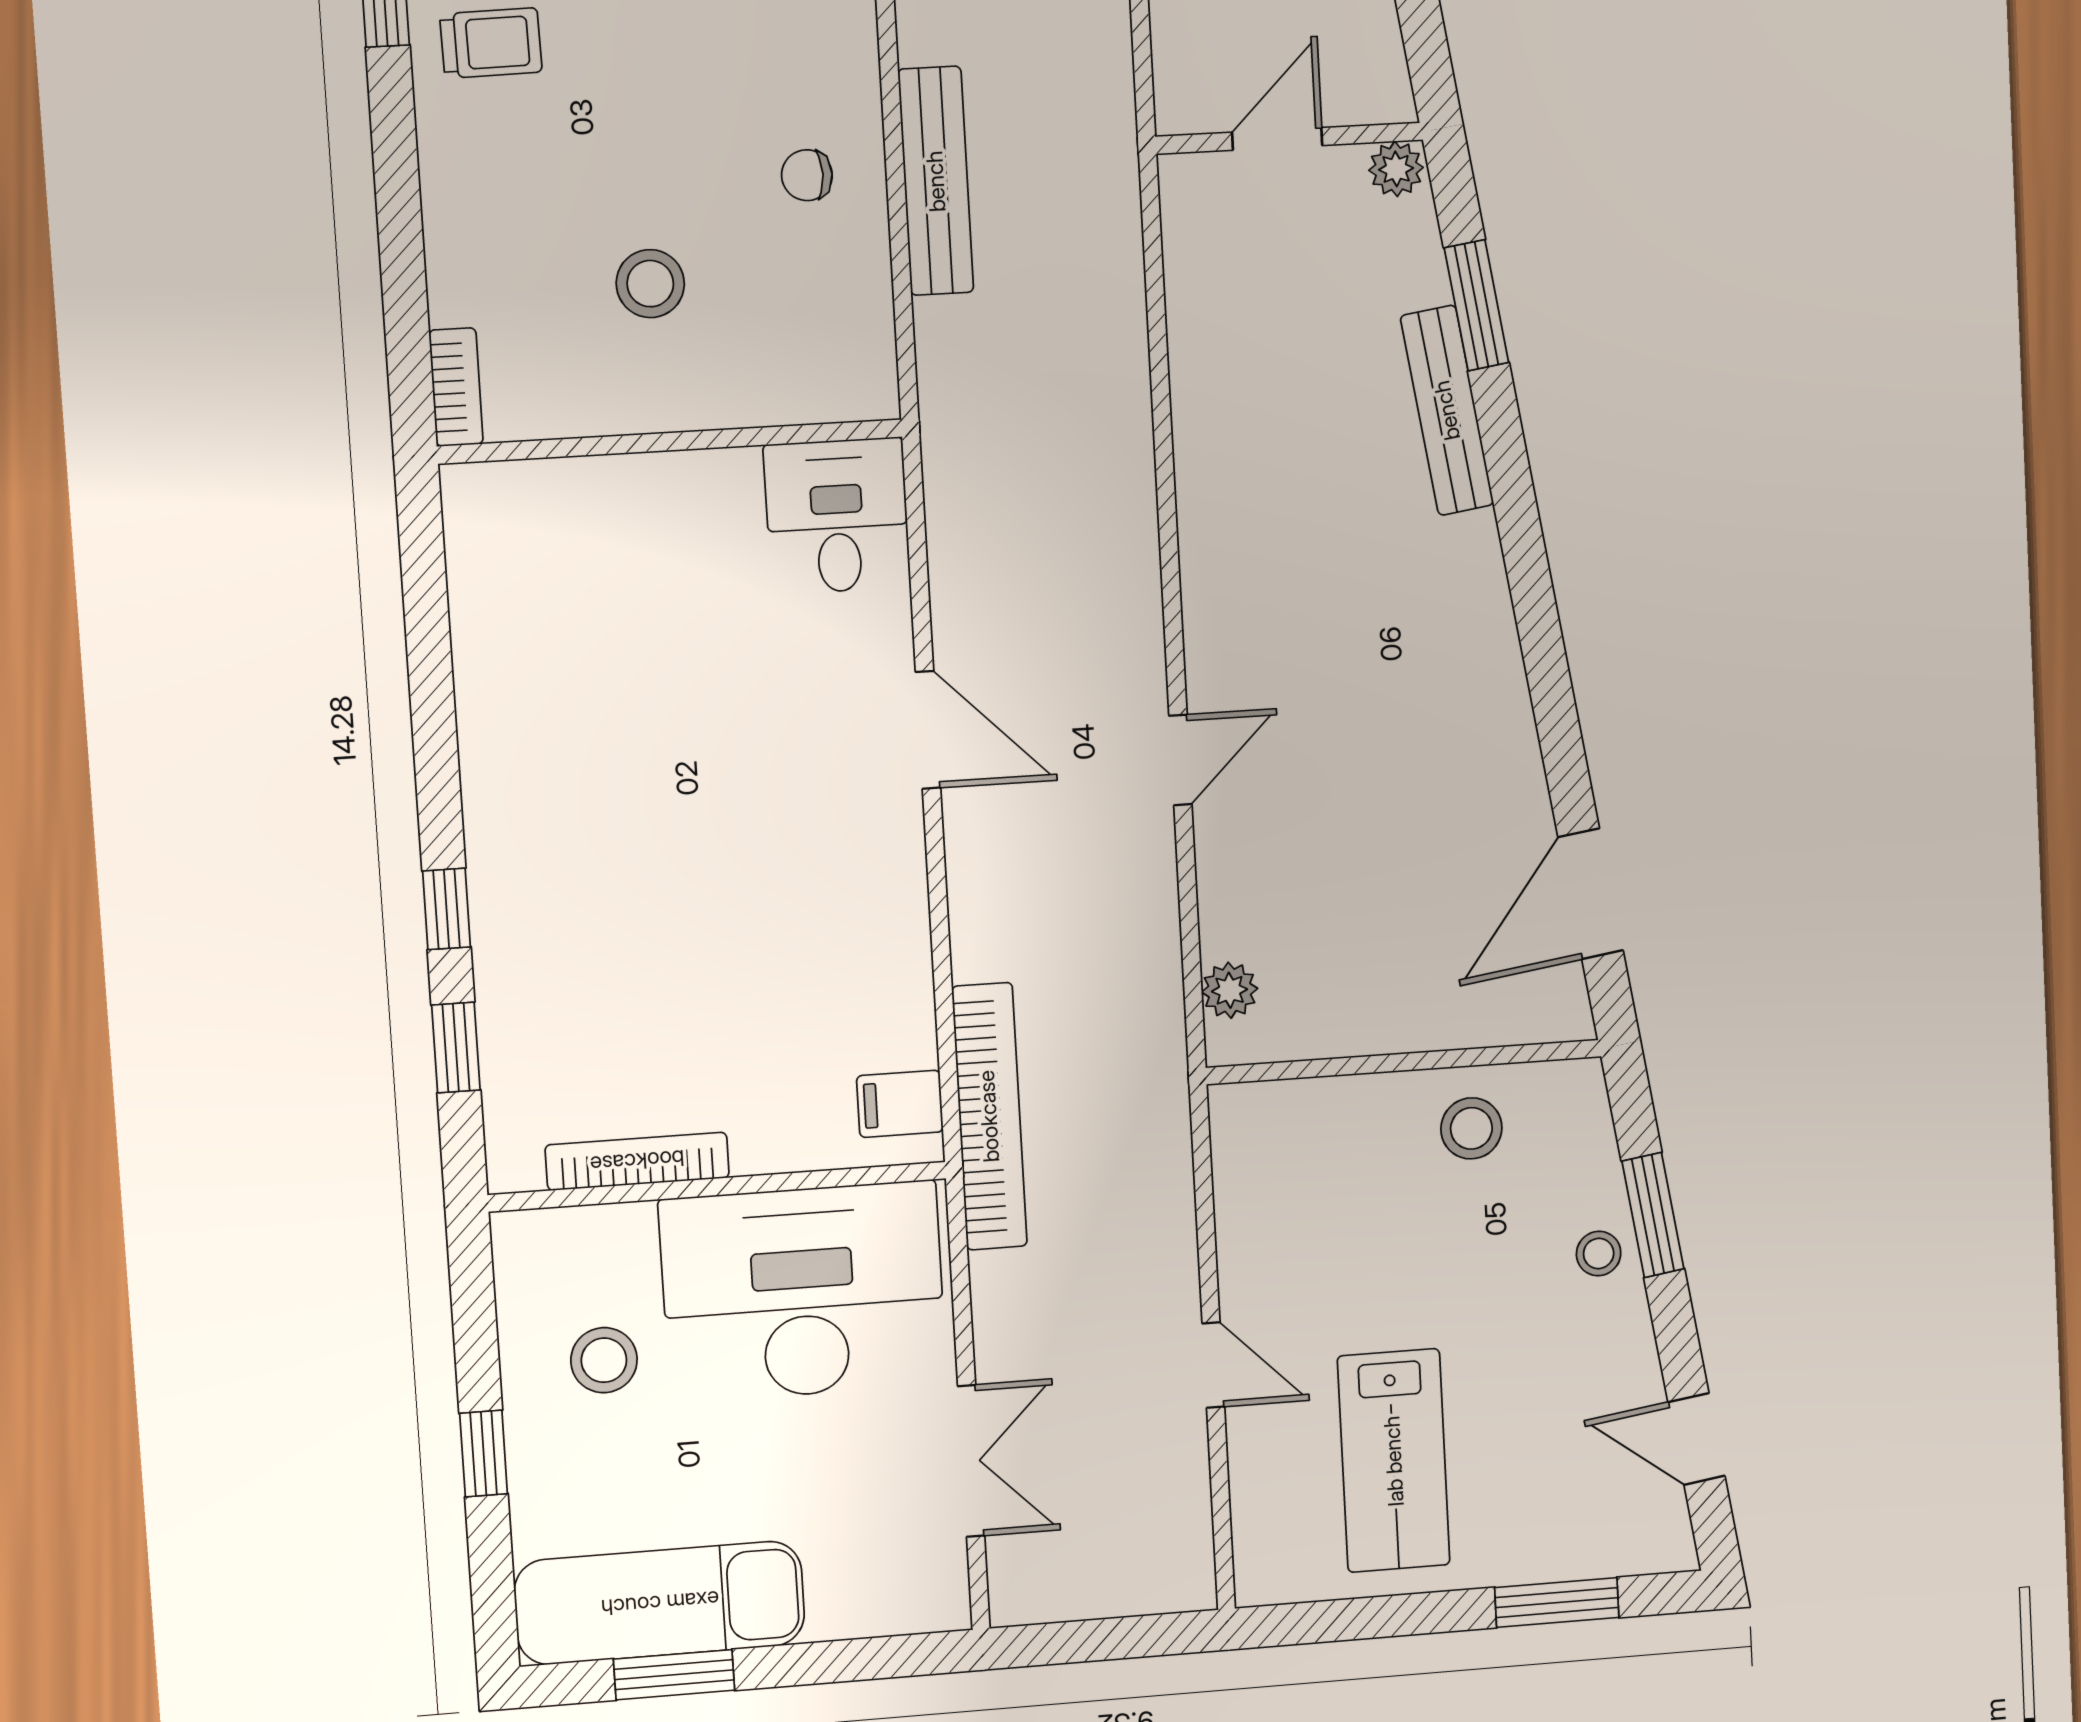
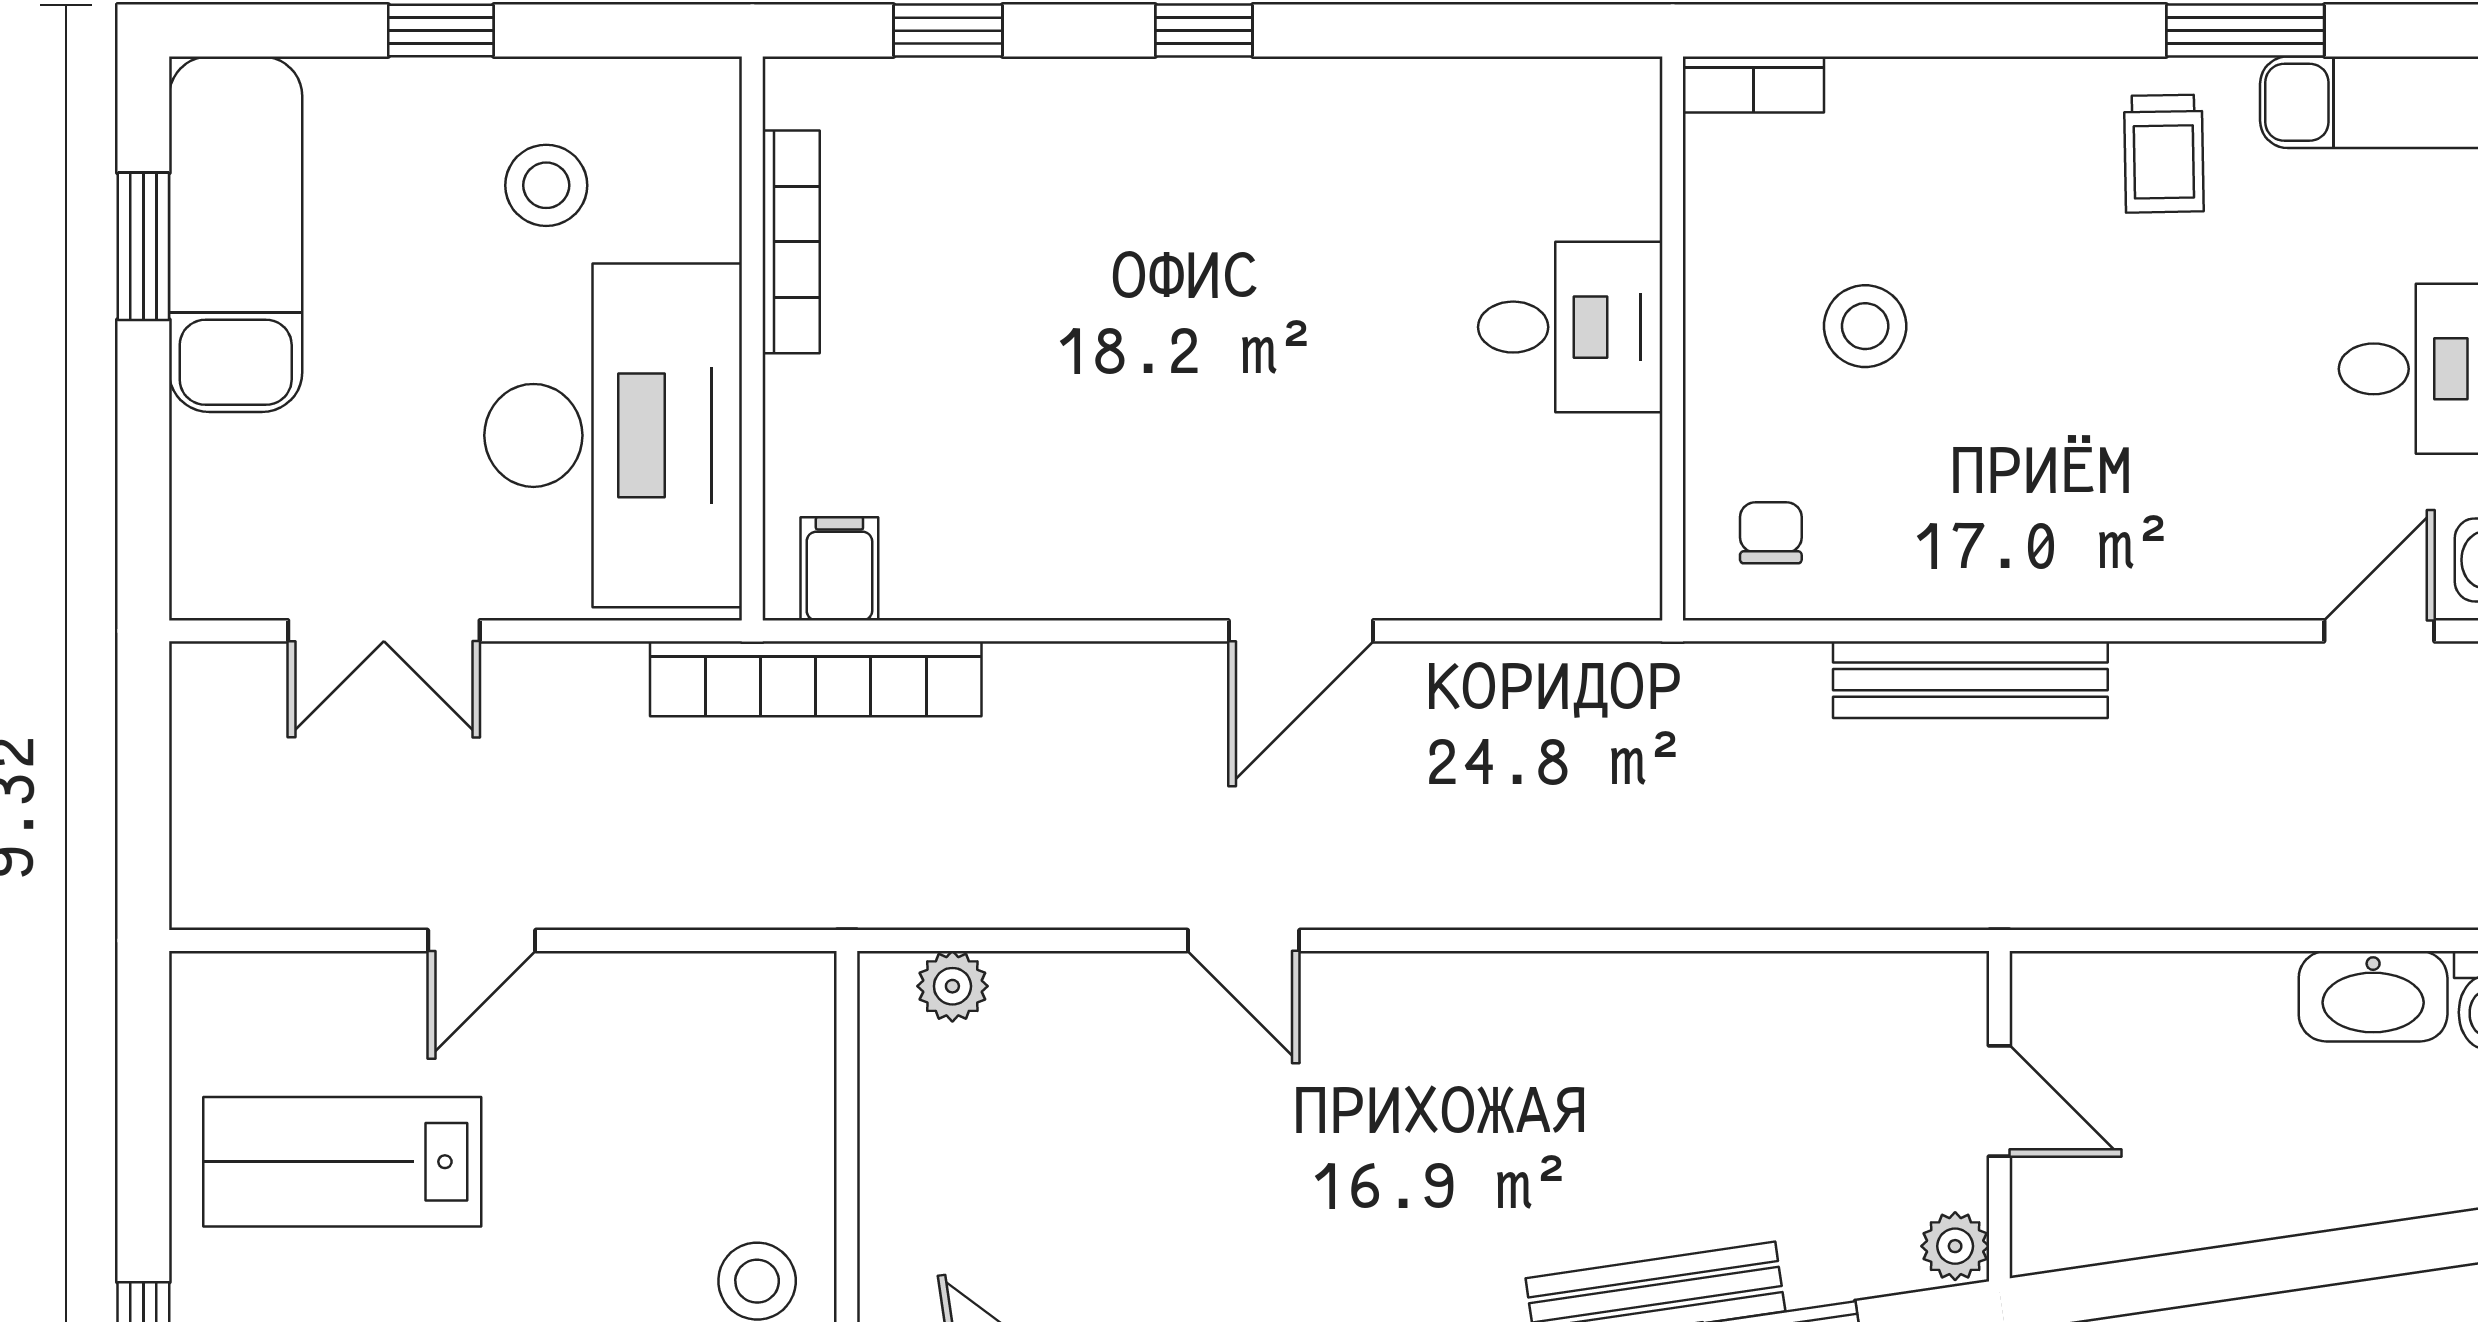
chair: (807, 175) -> (1771, 533), moved
desk: (837, 516) -> (1570, 327), moved
window: (447, 909) -> (1204, 31), moved

